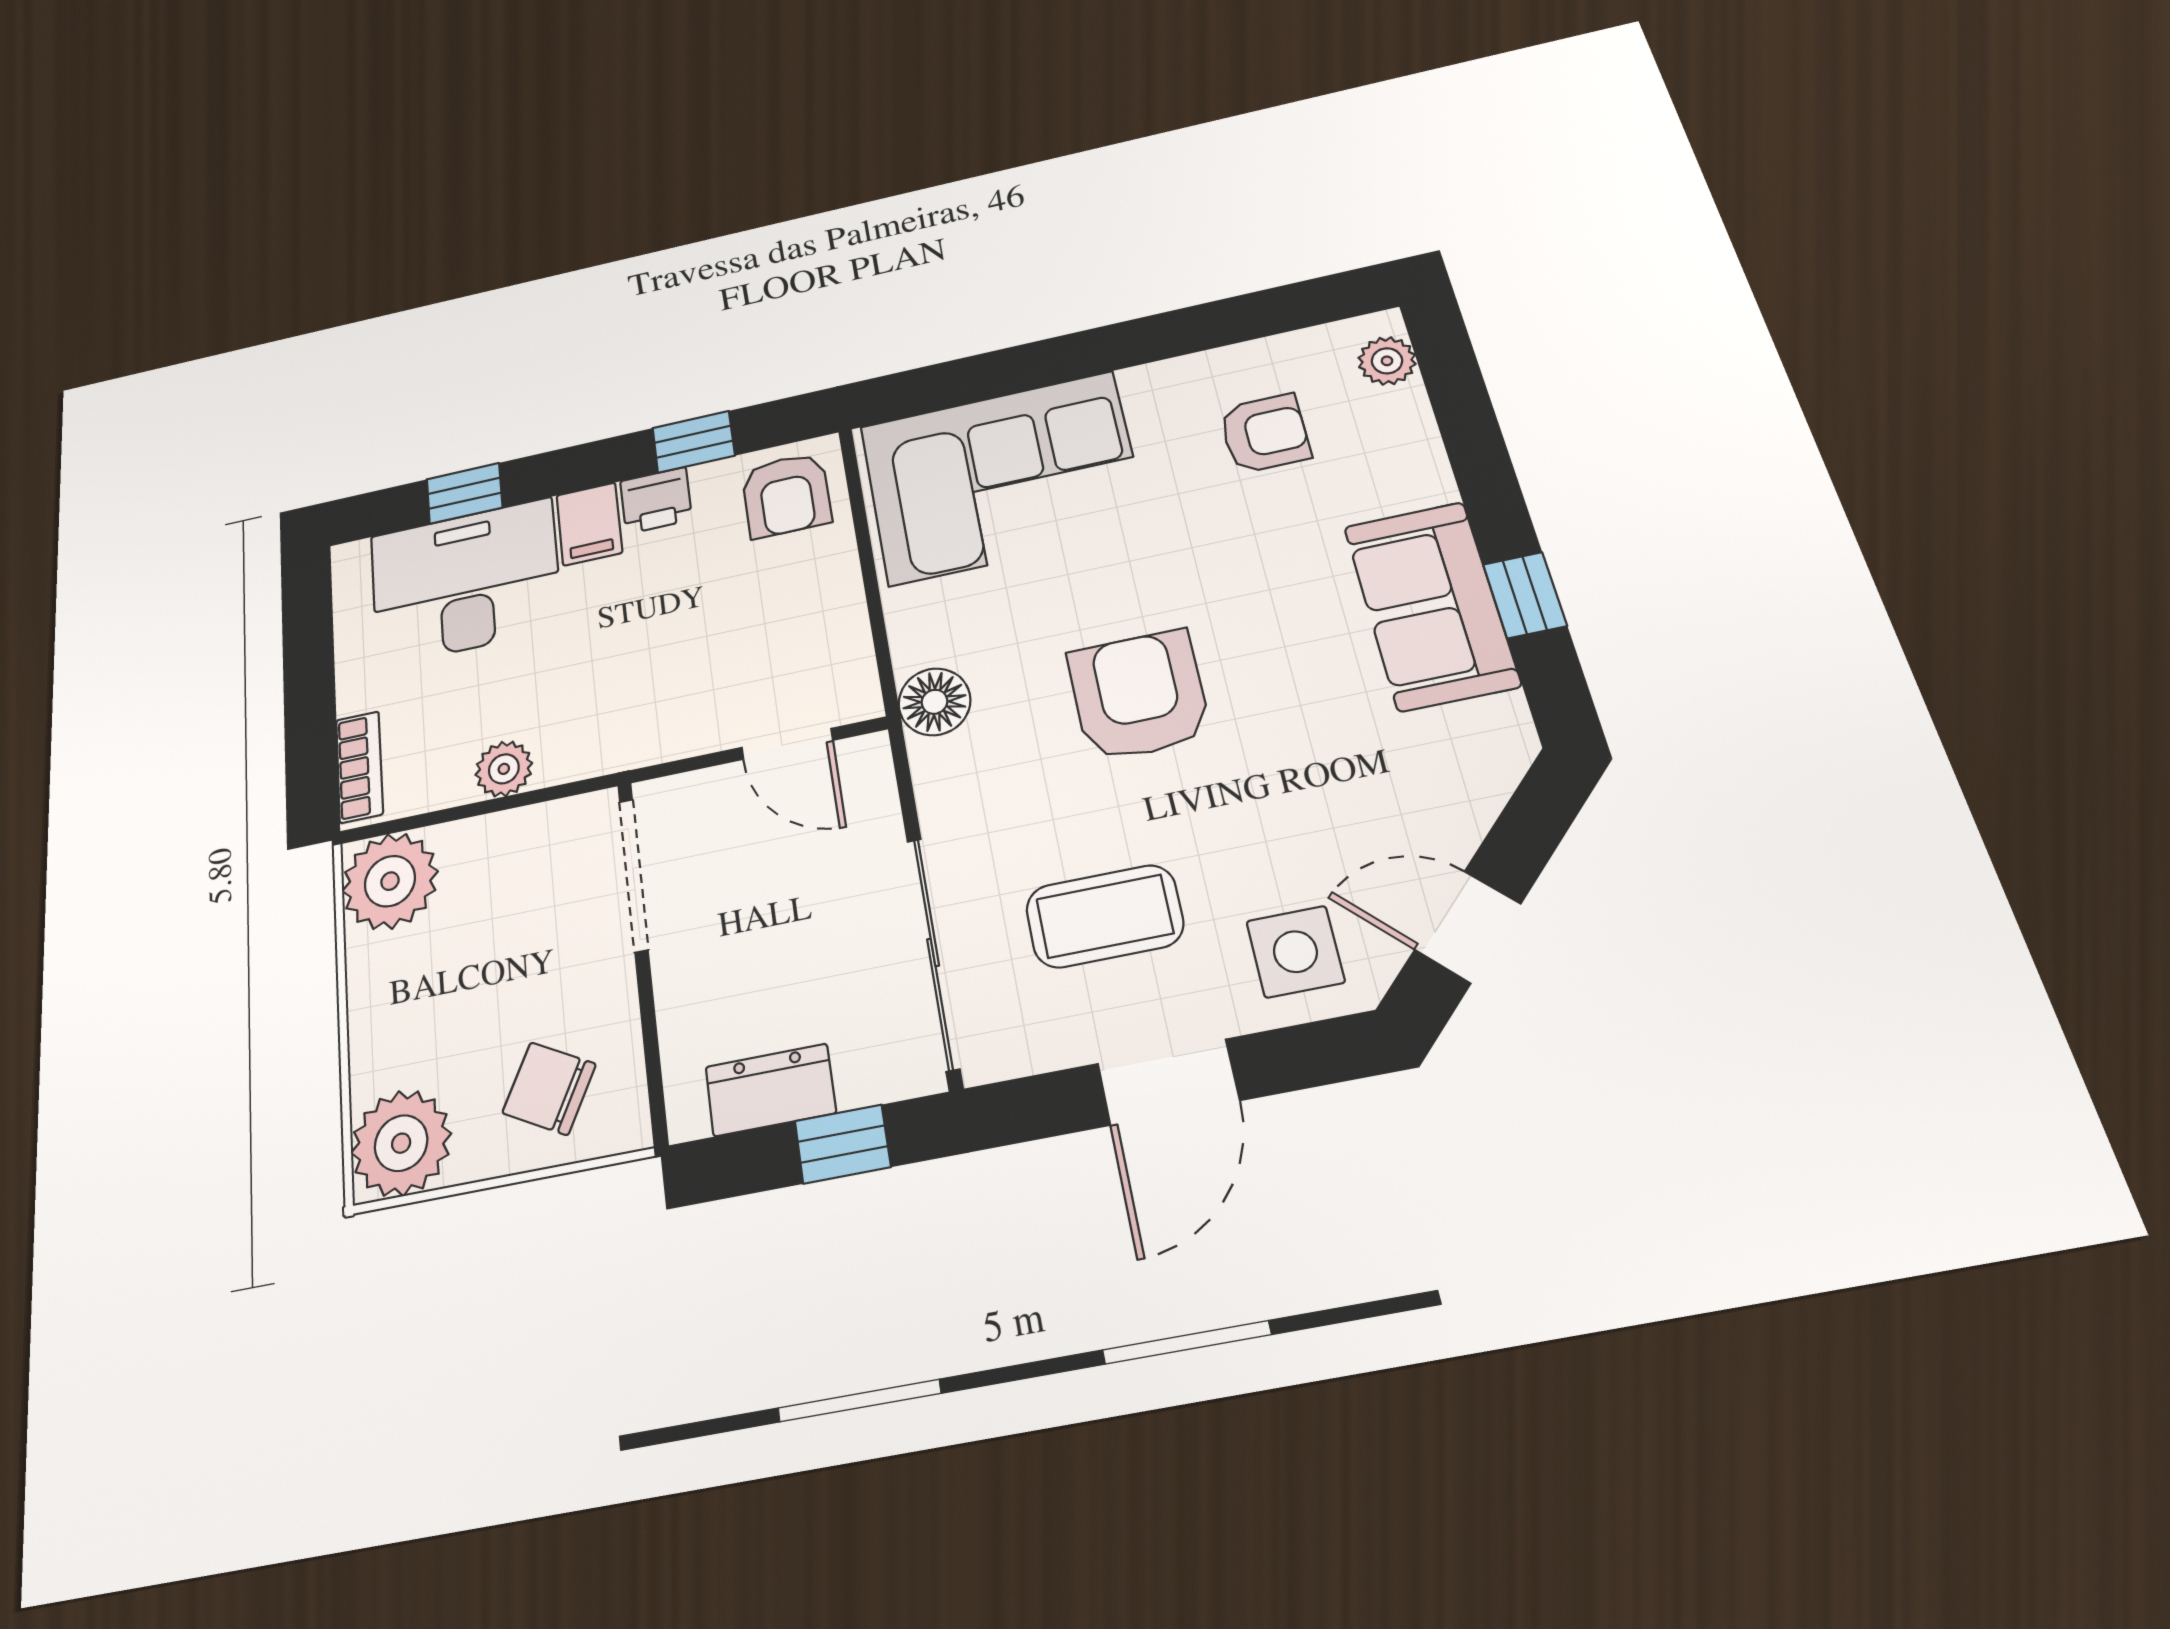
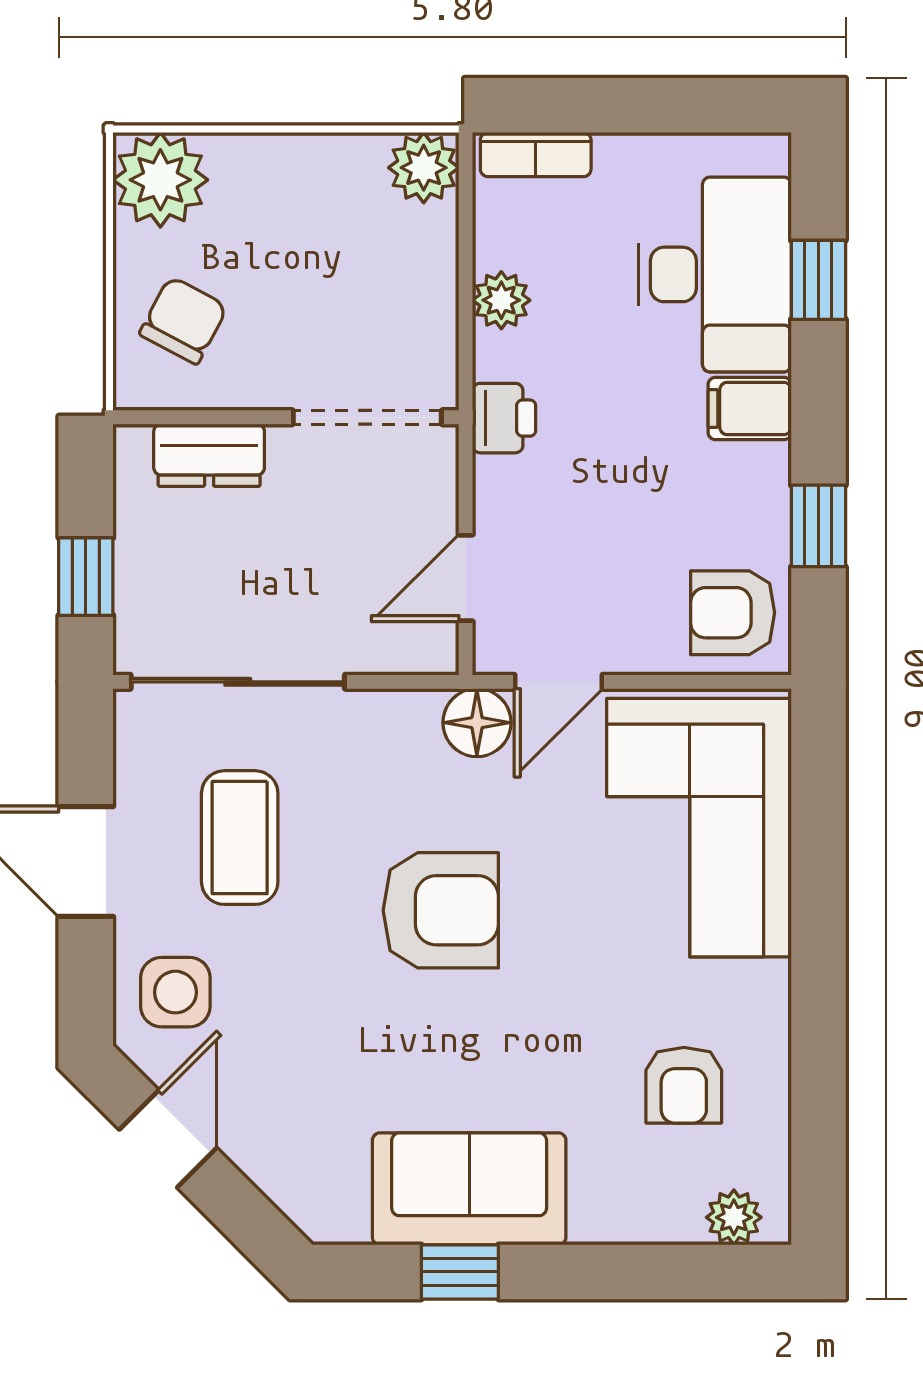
printer: (656, 500) -> (504, 418), moved, turned 180
door: (879, 634) -> (559, 682), added
plant: (390, 881) -> (424, 168), width x0.73, depth x0.73
dresser: (770, 1090) -> (209, 455), moved, turned 90

